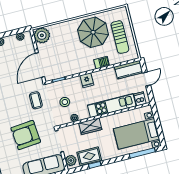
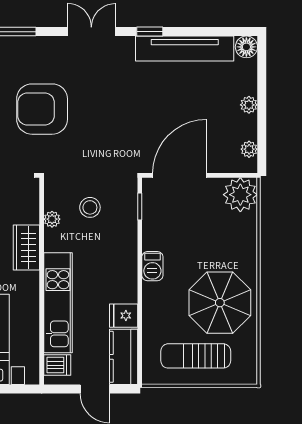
barbecue: (102, 63) -> (152, 266), moved
door: (40, 65) -> (180, 175), hinge flipped
fridge: (87, 80) -> (124, 316), moved
coffee table: (36, 100) -> (109, 148), removed
armchair: (26, 135) -> (42, 109), turned -85

